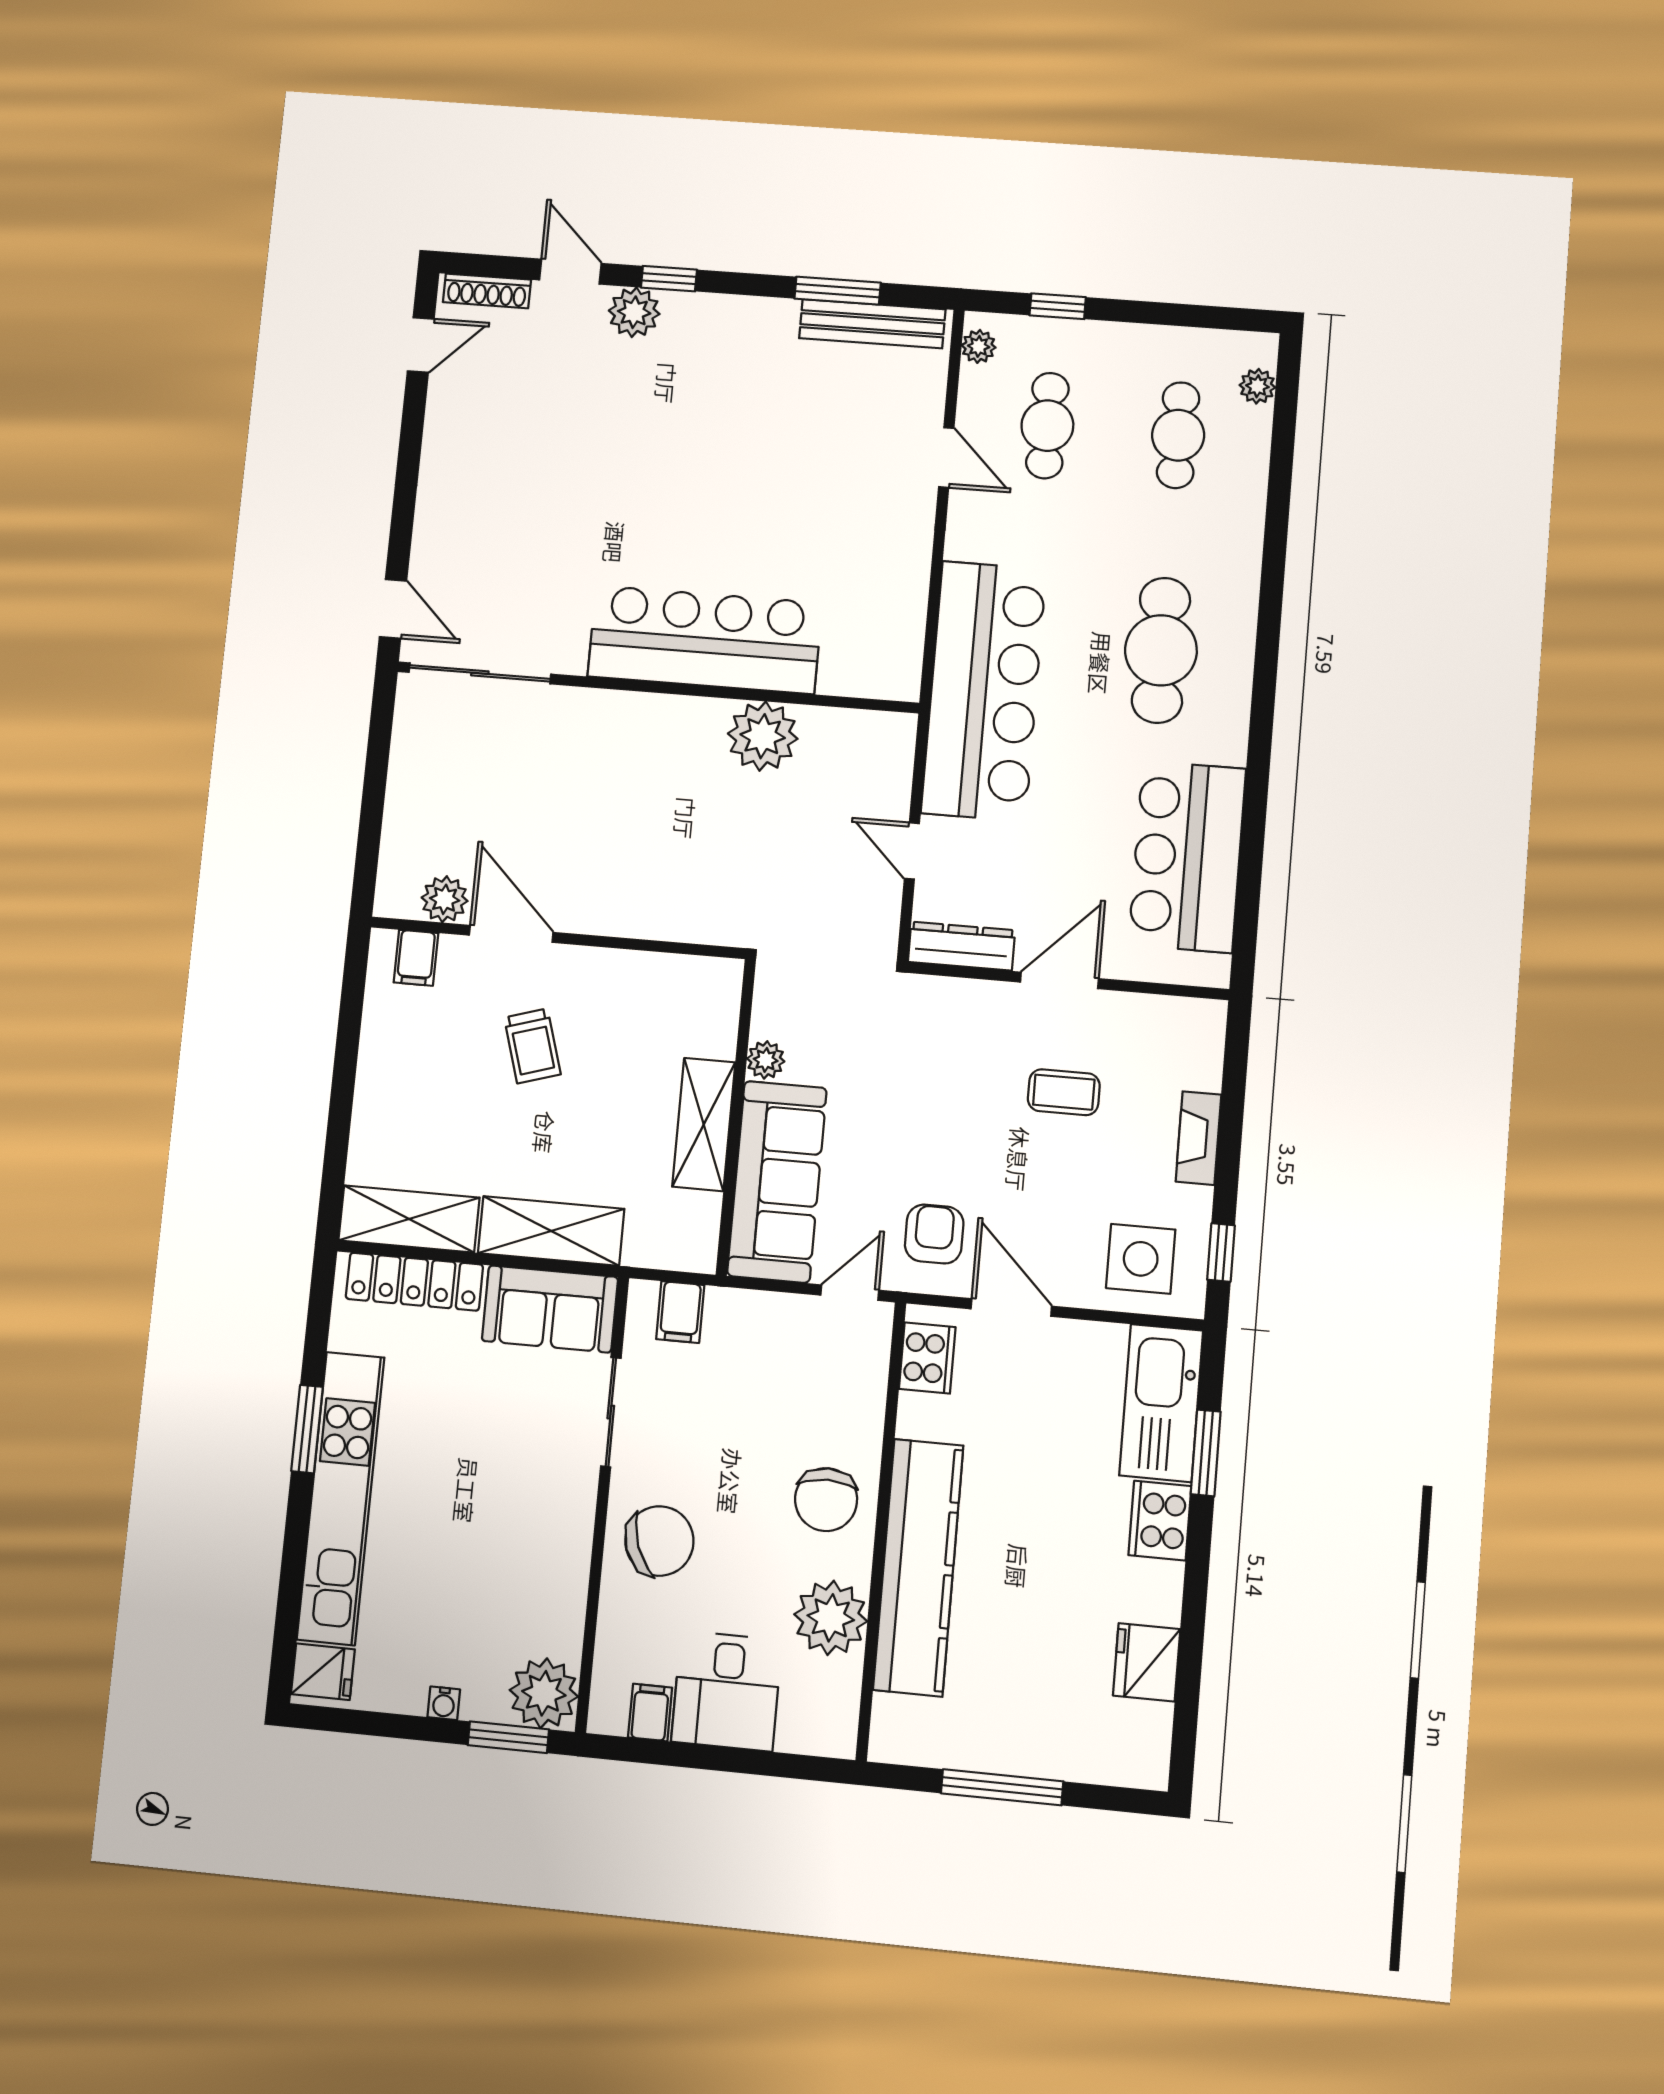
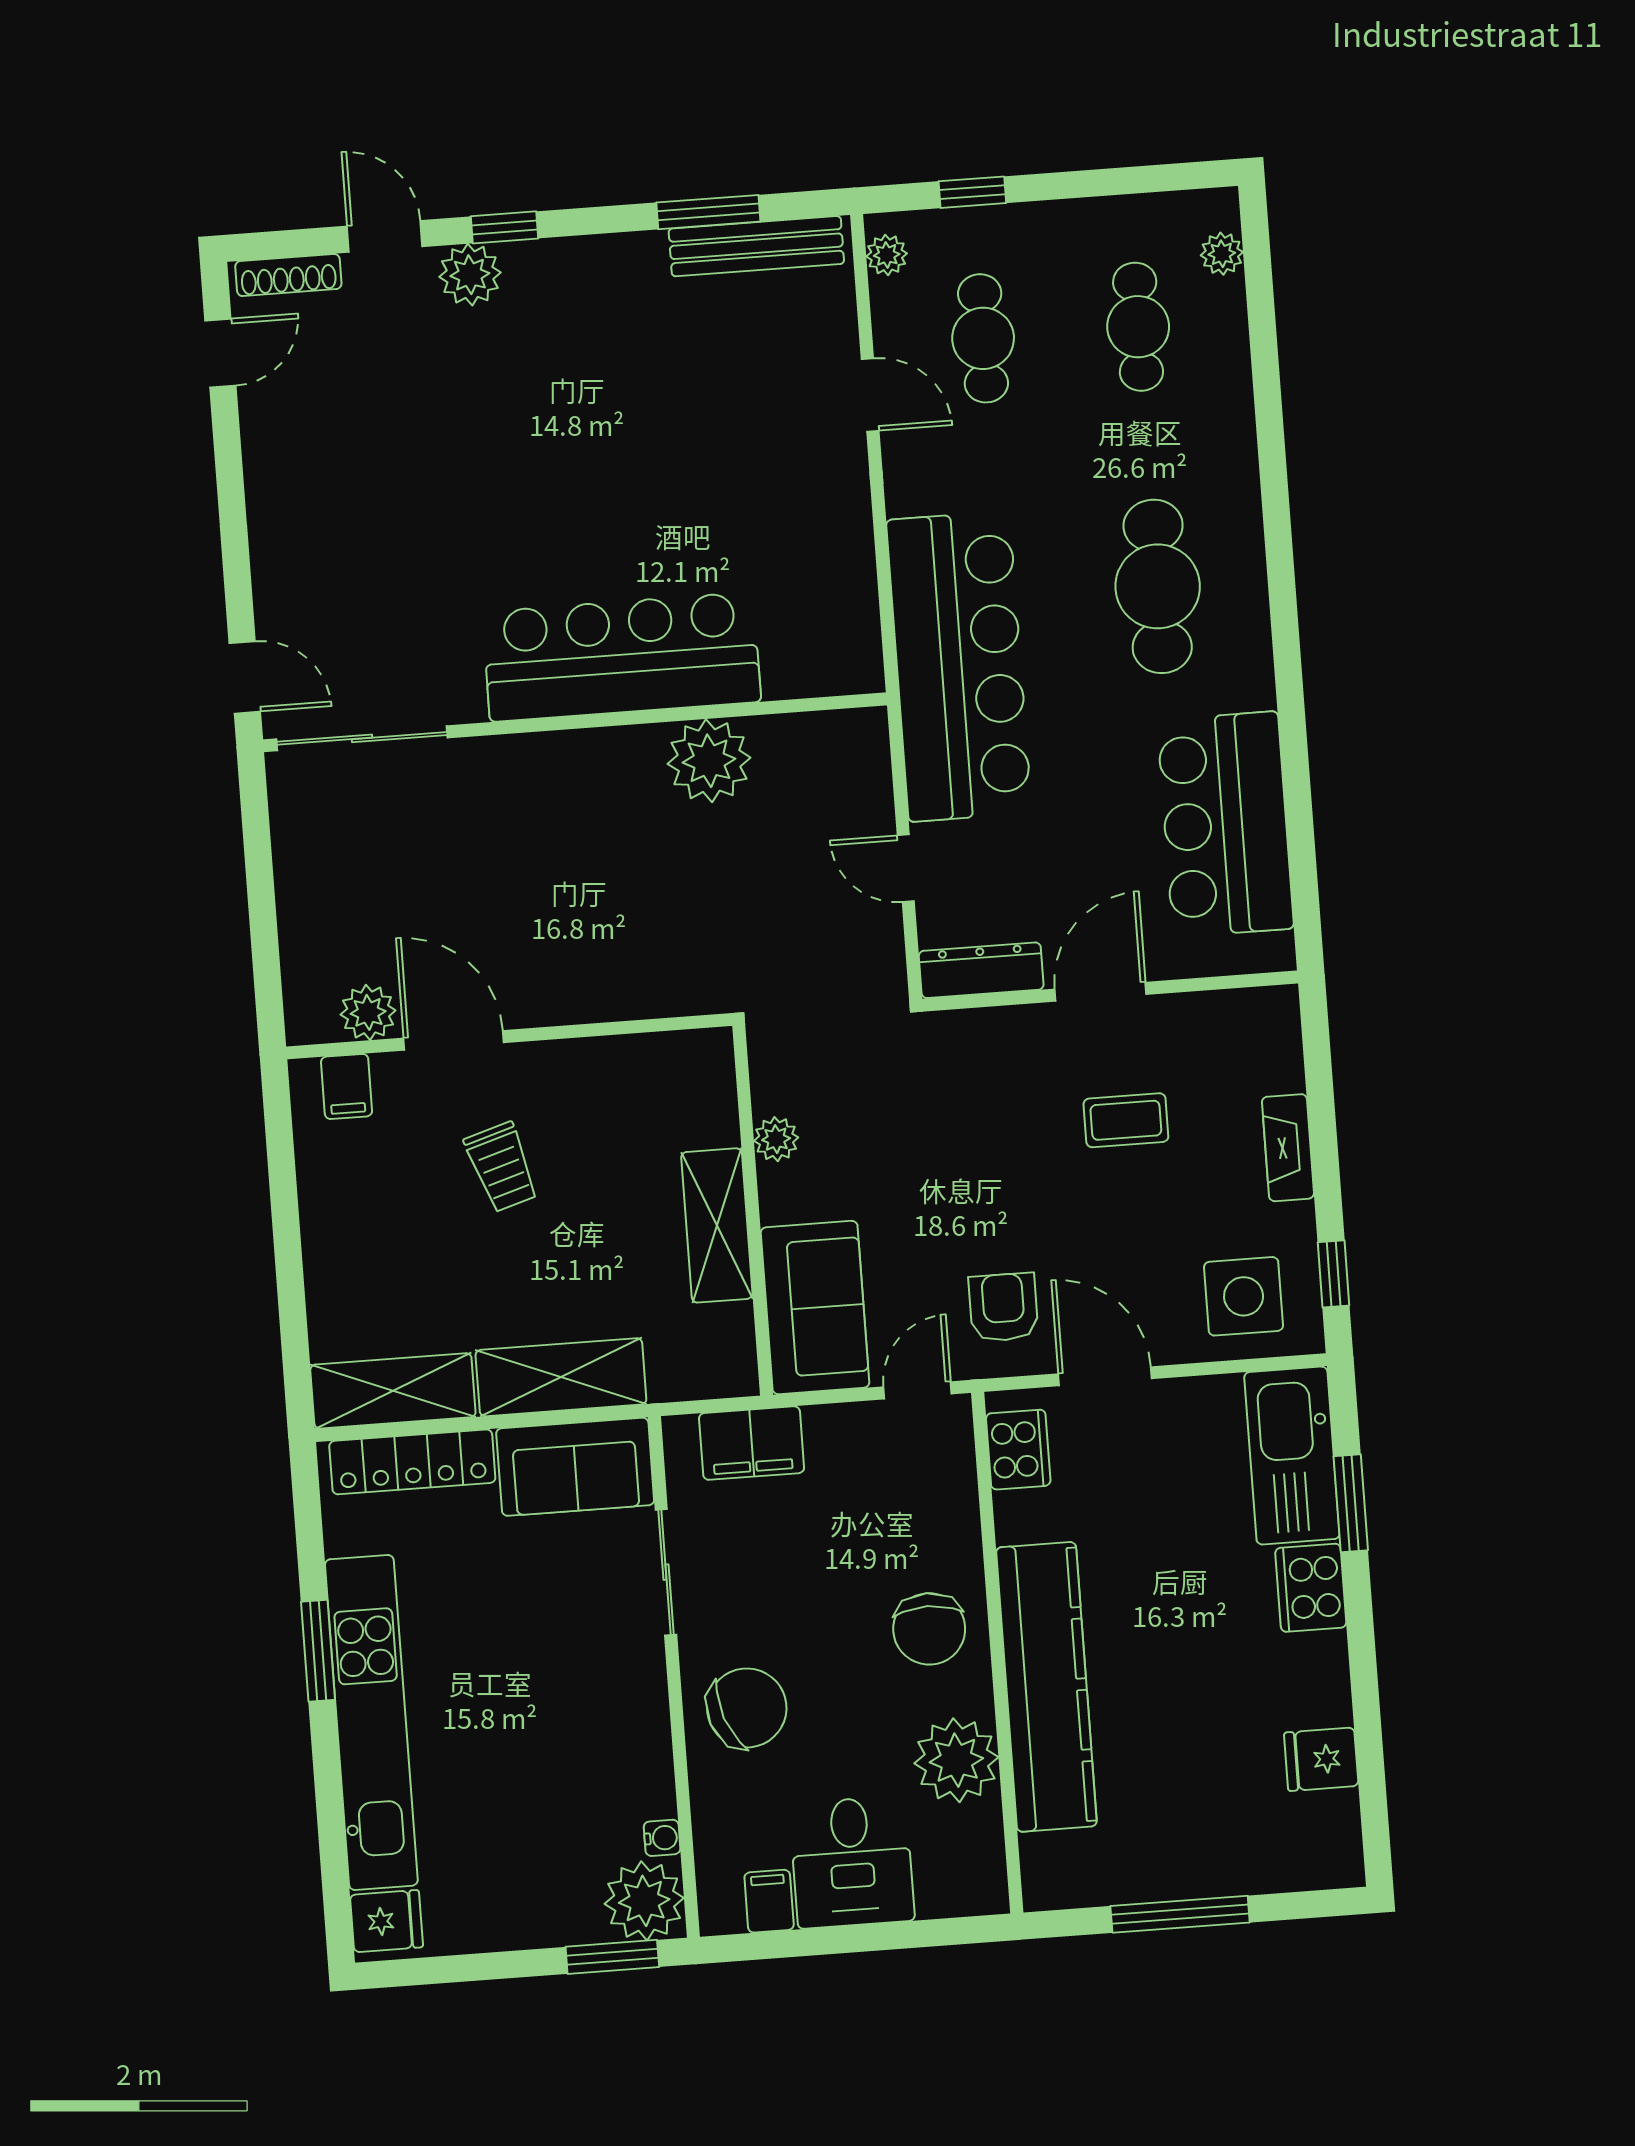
sofa: (777, 1182) -> (815, 1308), width x0.73
filing cabinet: (680, 1312) -> (752, 1443), width x2.00
fridge: (1147, 1662) -> (1321, 1759), width x0.72
water cooler: (444, 1703) -> (662, 1838), moved, turned -90

